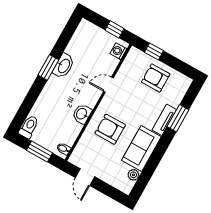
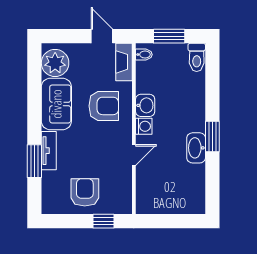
window: (115, 29) -> (162, 221), removed
washing machine: (118, 51) -> (144, 126), moved
armchair: (156, 78) -> (85, 192), turned -90
fireplace: (80, 151) -> (124, 62), added
plant: (133, 175) -> (55, 63), width x1.87, depth x1.87

